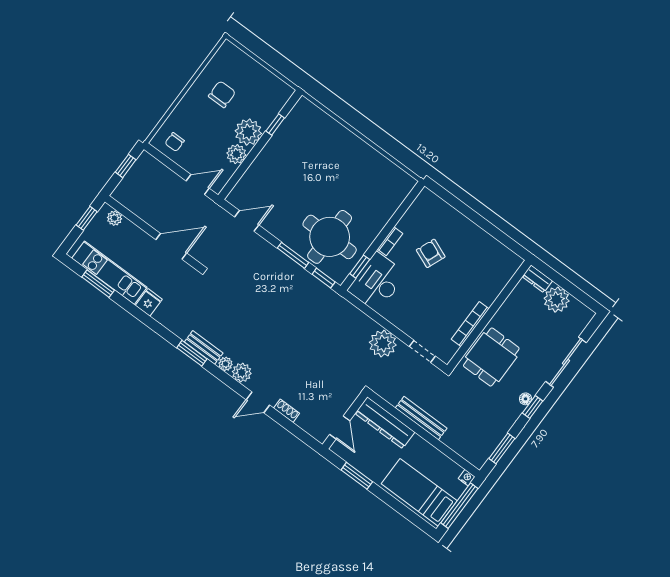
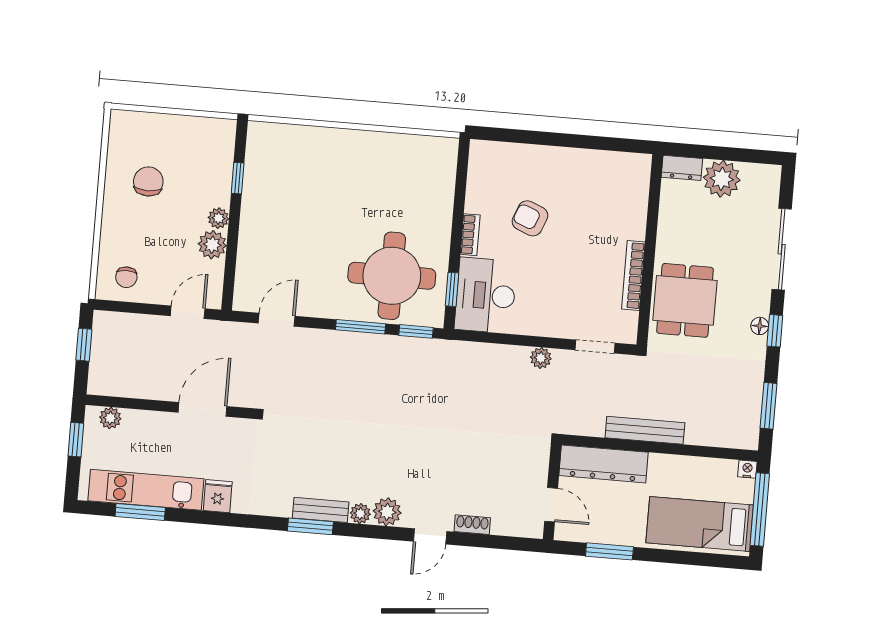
plant: (248, 132) -> (218, 218), width x0.53, depth x0.53
plant: (383, 344) -> (541, 358), width x0.53, depth x0.53

